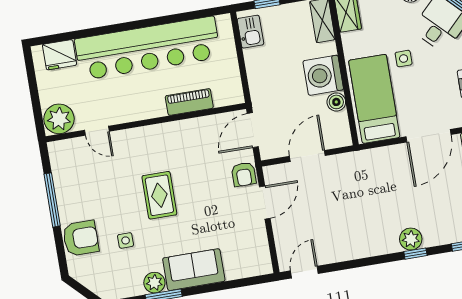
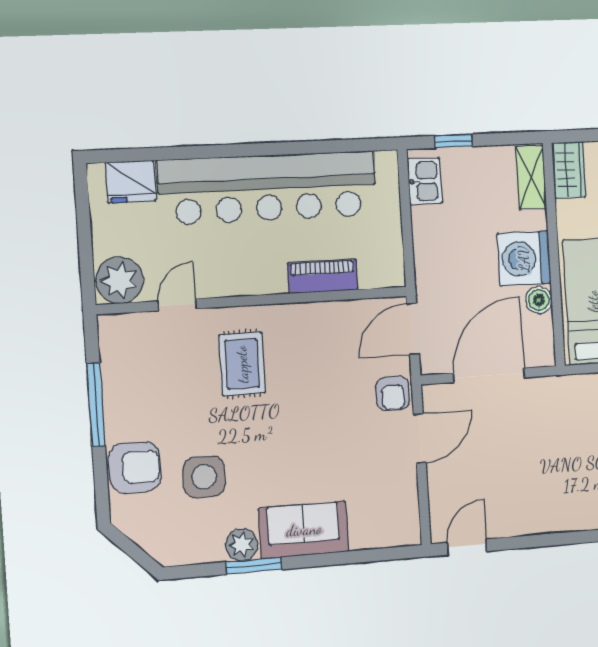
door: (97, 131) -> (177, 305), swing flipped
door: (307, 156) -> (489, 375), width x1.36
rug: (159, 195) -> (242, 364), moved
side table: (126, 240) -> (204, 477), width x1.87, depth x1.87

